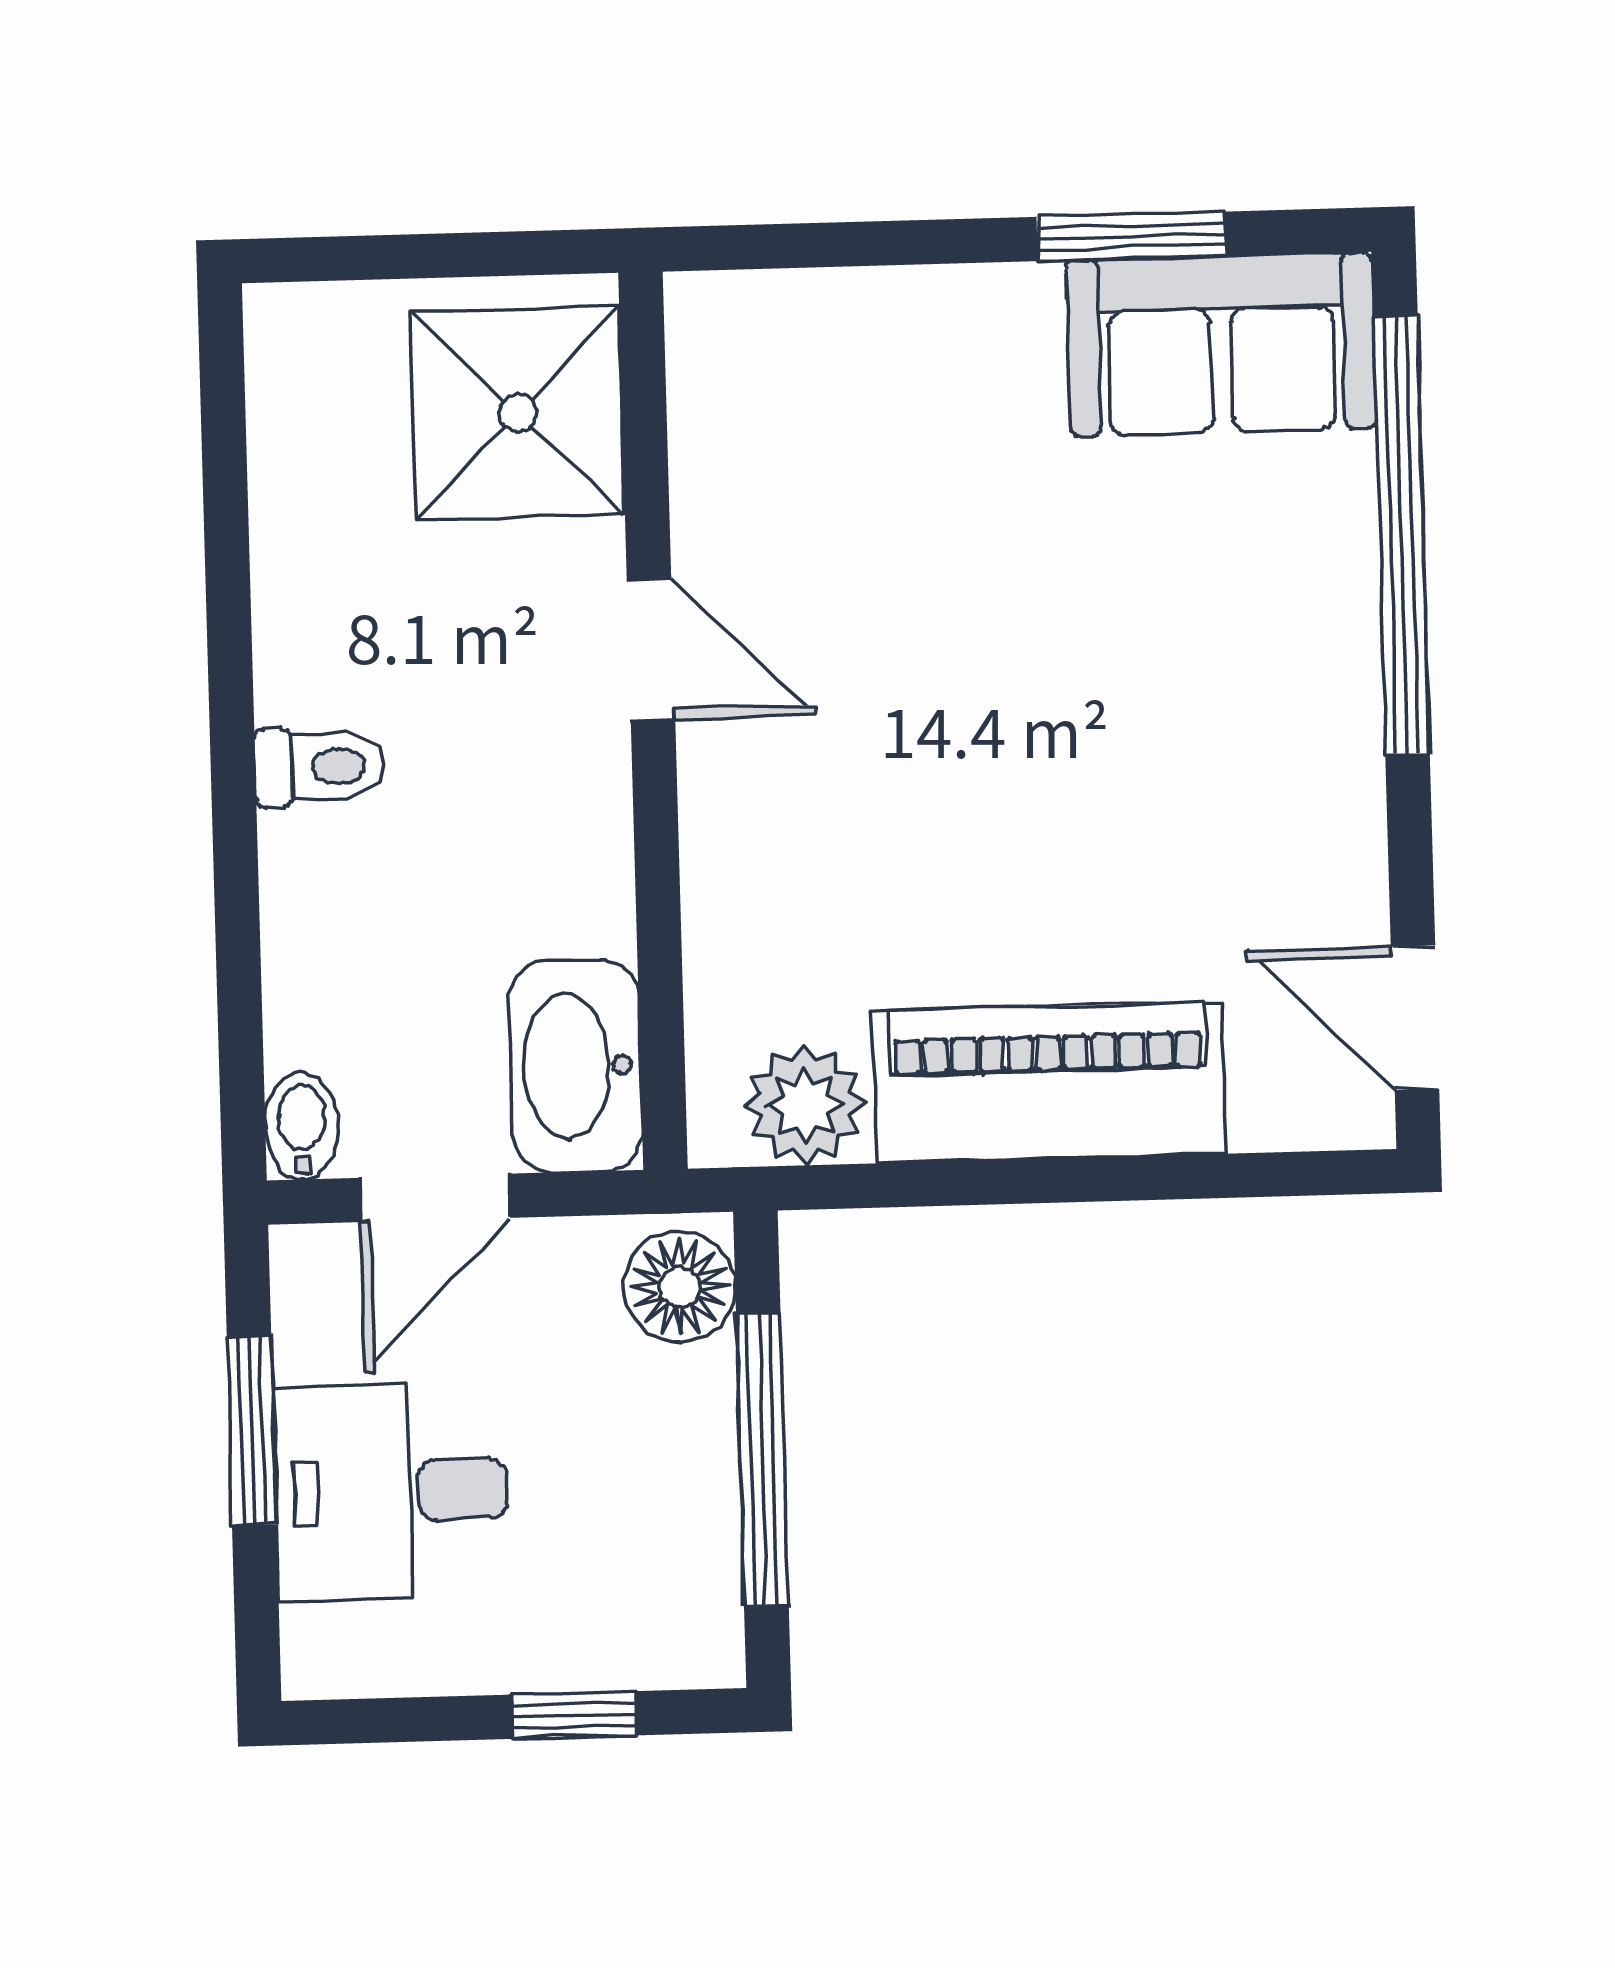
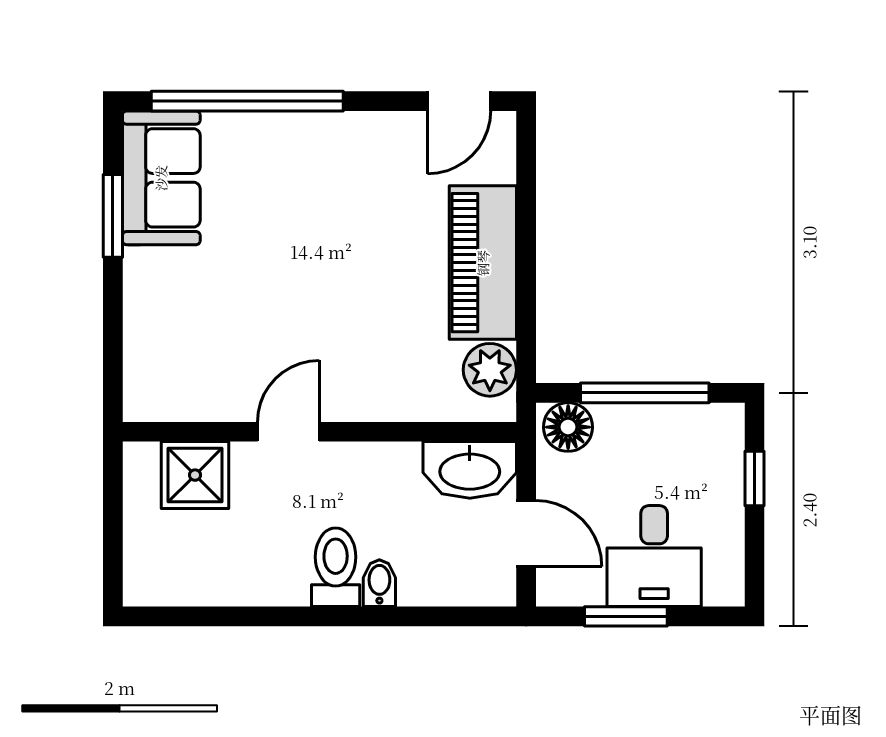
shower: (518, 413) -> (195, 475), width x0.73, depth x0.73
toilet: (320, 767) -> (336, 567), width x1.37, depth x1.39
bidet: (302, 1126) -> (379, 583), moved, turned 90

